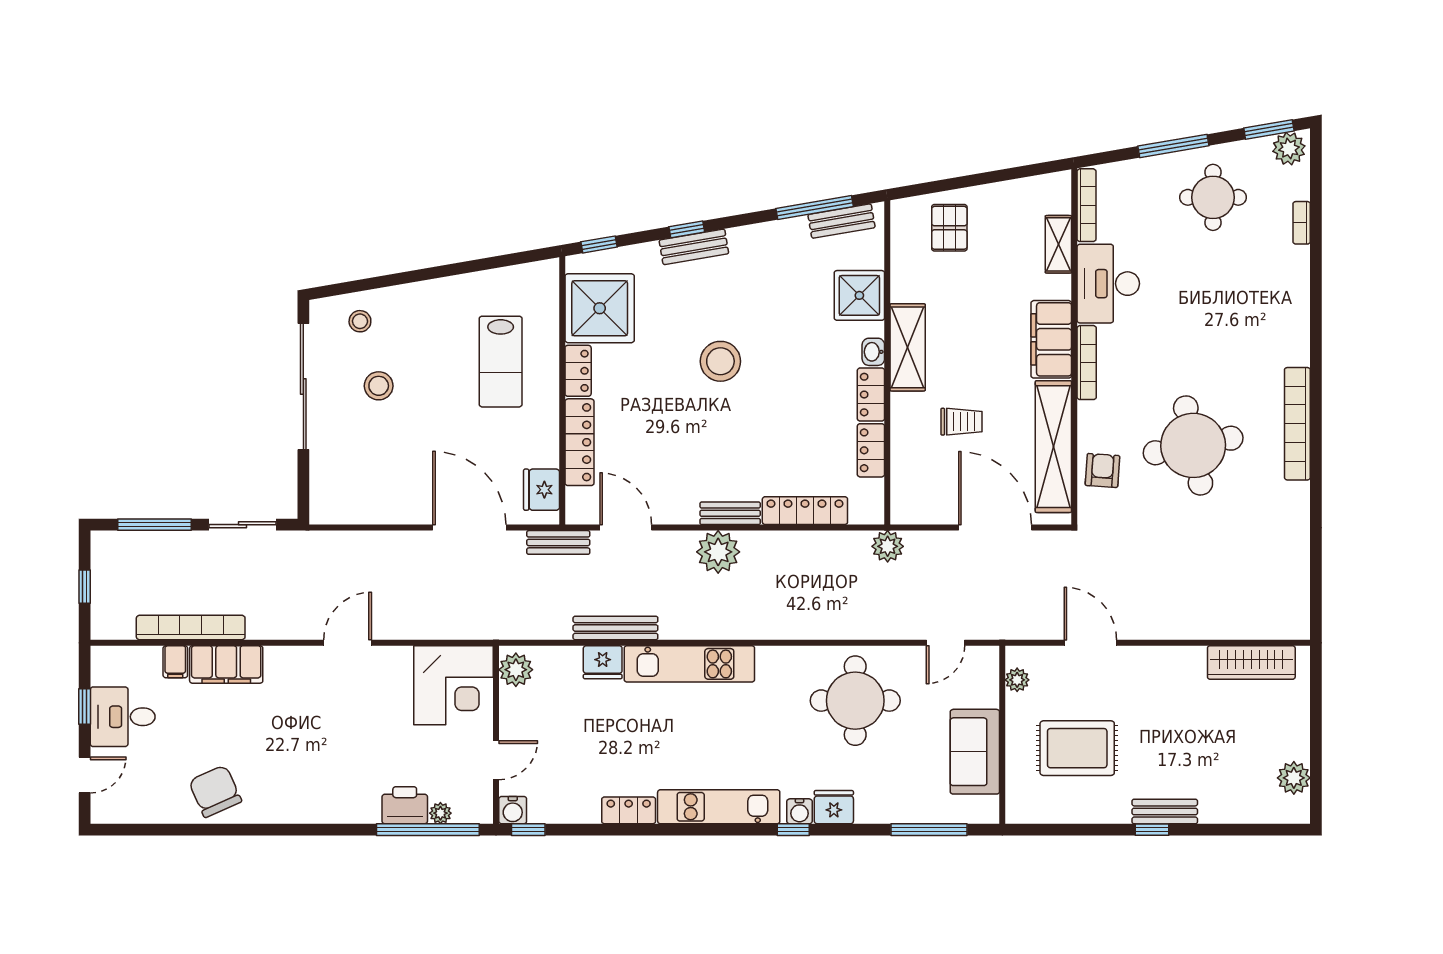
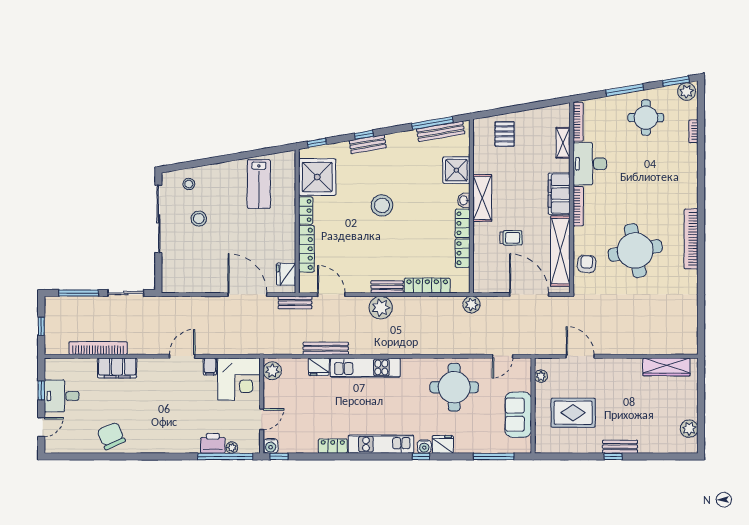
bench: (842, 221) -> (441, 131), width x1.36
lab bench: (501, 362) -> (259, 184), moved
filing cabinet: (175, 662) -> (210, 366), moved

